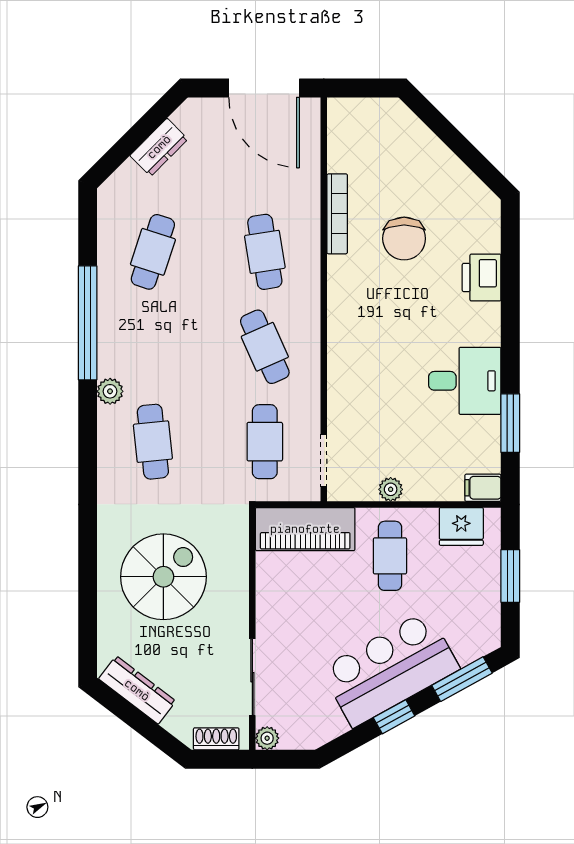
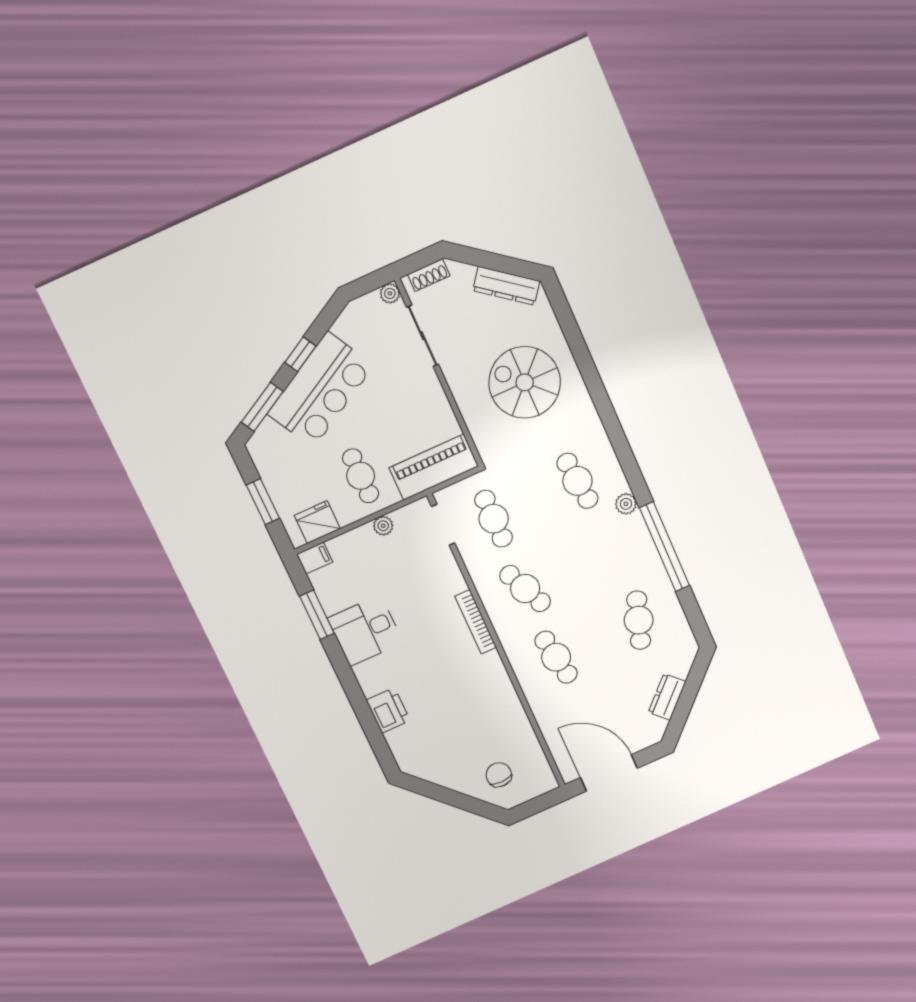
bookcase: (337, 214) -> (476, 622), moved
chair: (404, 239) -> (499, 775), moved, width x0.73, depth x0.73
spiral stairs: (163, 577) -> (525, 382), turned 90

